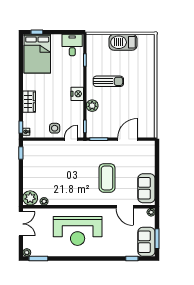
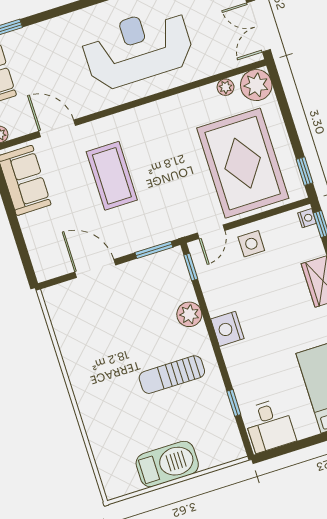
door: (127, 139) -> (95, 269), swing flipped
rug: (47, 165) -> (243, 163), added

